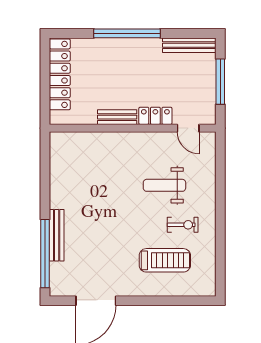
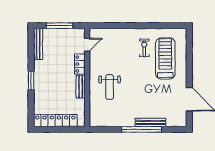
window: (127, 33) -> (31, 81), width x0.47
weight bench: (164, 185) -> (110, 87), moved
window: (45, 254) -> (141, 129), moved
treadmill: (165, 260) -> (165, 58), width x1.37, depth x1.38

